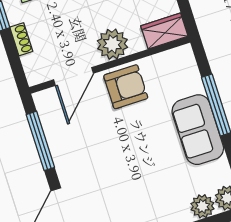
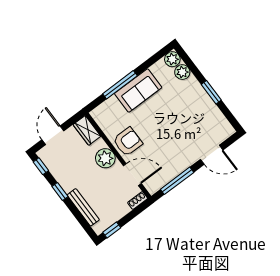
shoe rack: (21, 39) -> (138, 201), moved
armchair: (126, 87) -> (128, 142), turned 90

